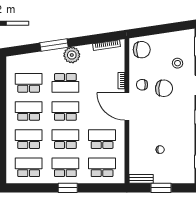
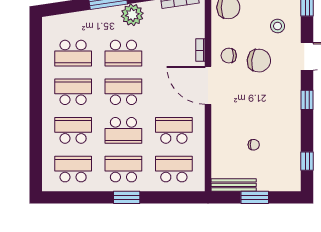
school desk: (29, 83) -> (73, 53), turned 180
school desk: (65, 139) -> (123, 130), turned 180
bench: (141, 179) -> (234, 185), width x1.36

